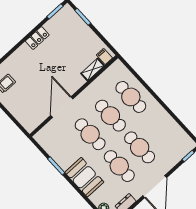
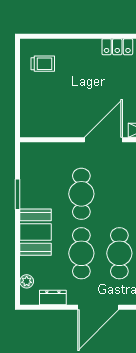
door: (62, 107) -> (103, 140), moved
cafe table: (110, 116) -> (119, 194), removed

